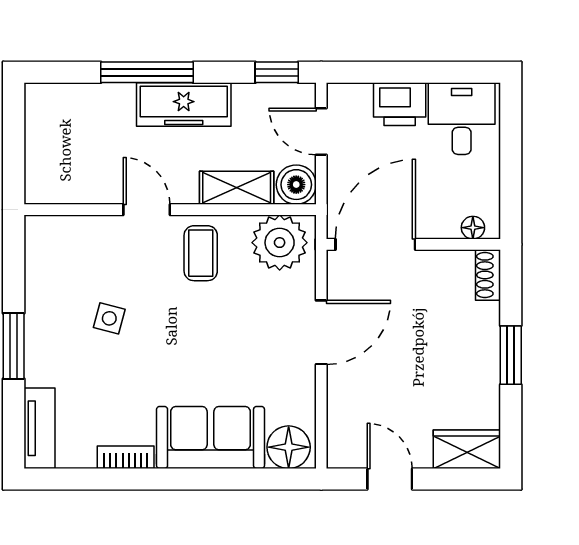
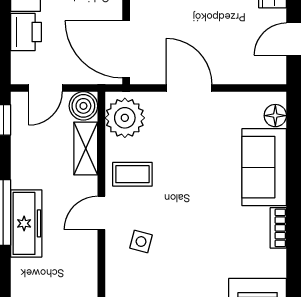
freezer: (184, 105) -> (26, 223), moved
side table: (109, 318) -> (141, 242), moved
floor lamp: (289, 447) -> (275, 116), width x0.73, depth x0.73

